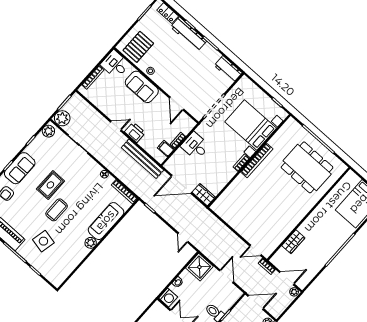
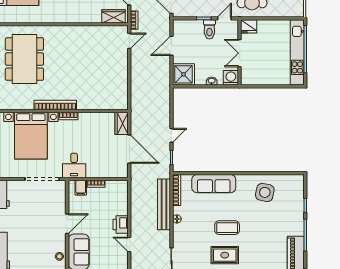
door: (177, 104) -> (67, 224), moved
desk: (195, 146) -> (74, 165), moved
filing cabinet: (166, 149) -> (81, 188), moved
bench: (142, 159) -> (164, 204), moved
coffee table: (57, 210) -> (227, 228), moved
door: (183, 238) -> (171, 135), moved
side table: (43, 241) -> (265, 192), moved
wardrobe: (293, 242) -> (114, 16), moved
plant: (91, 243) -> (243, 180), removed
door: (255, 250) -> (129, 41), hinge flipped

